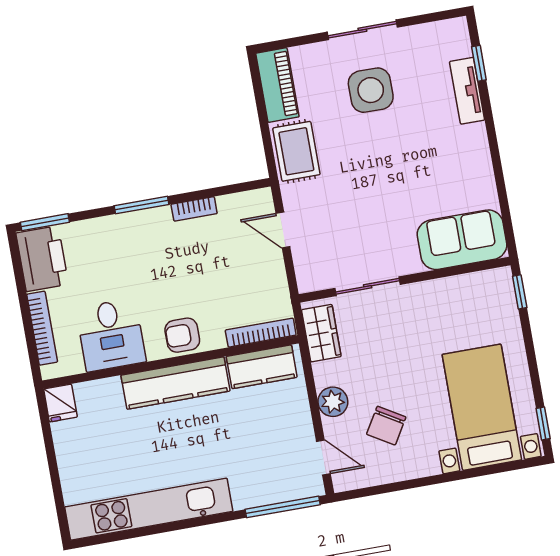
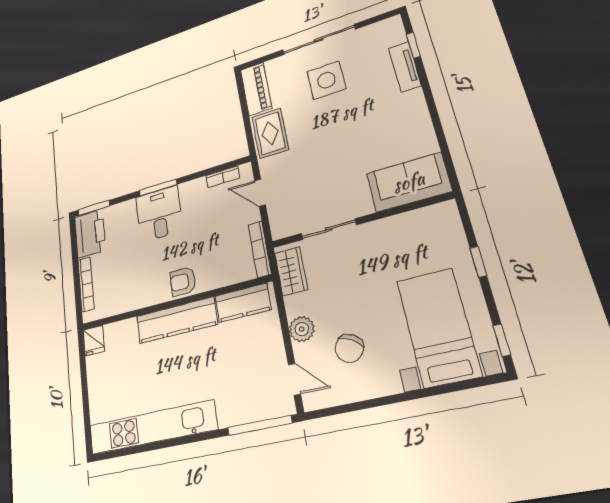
sliding door: (362, 30) -> (319, 40), width x1.37
bookcase: (194, 209) -> (223, 177), moved
window: (520, 292) -> (478, 262), moved
bookcase: (261, 333) -> (260, 249), moved, turned -90
desk: (111, 335) -> (159, 214), moved, turned 180

